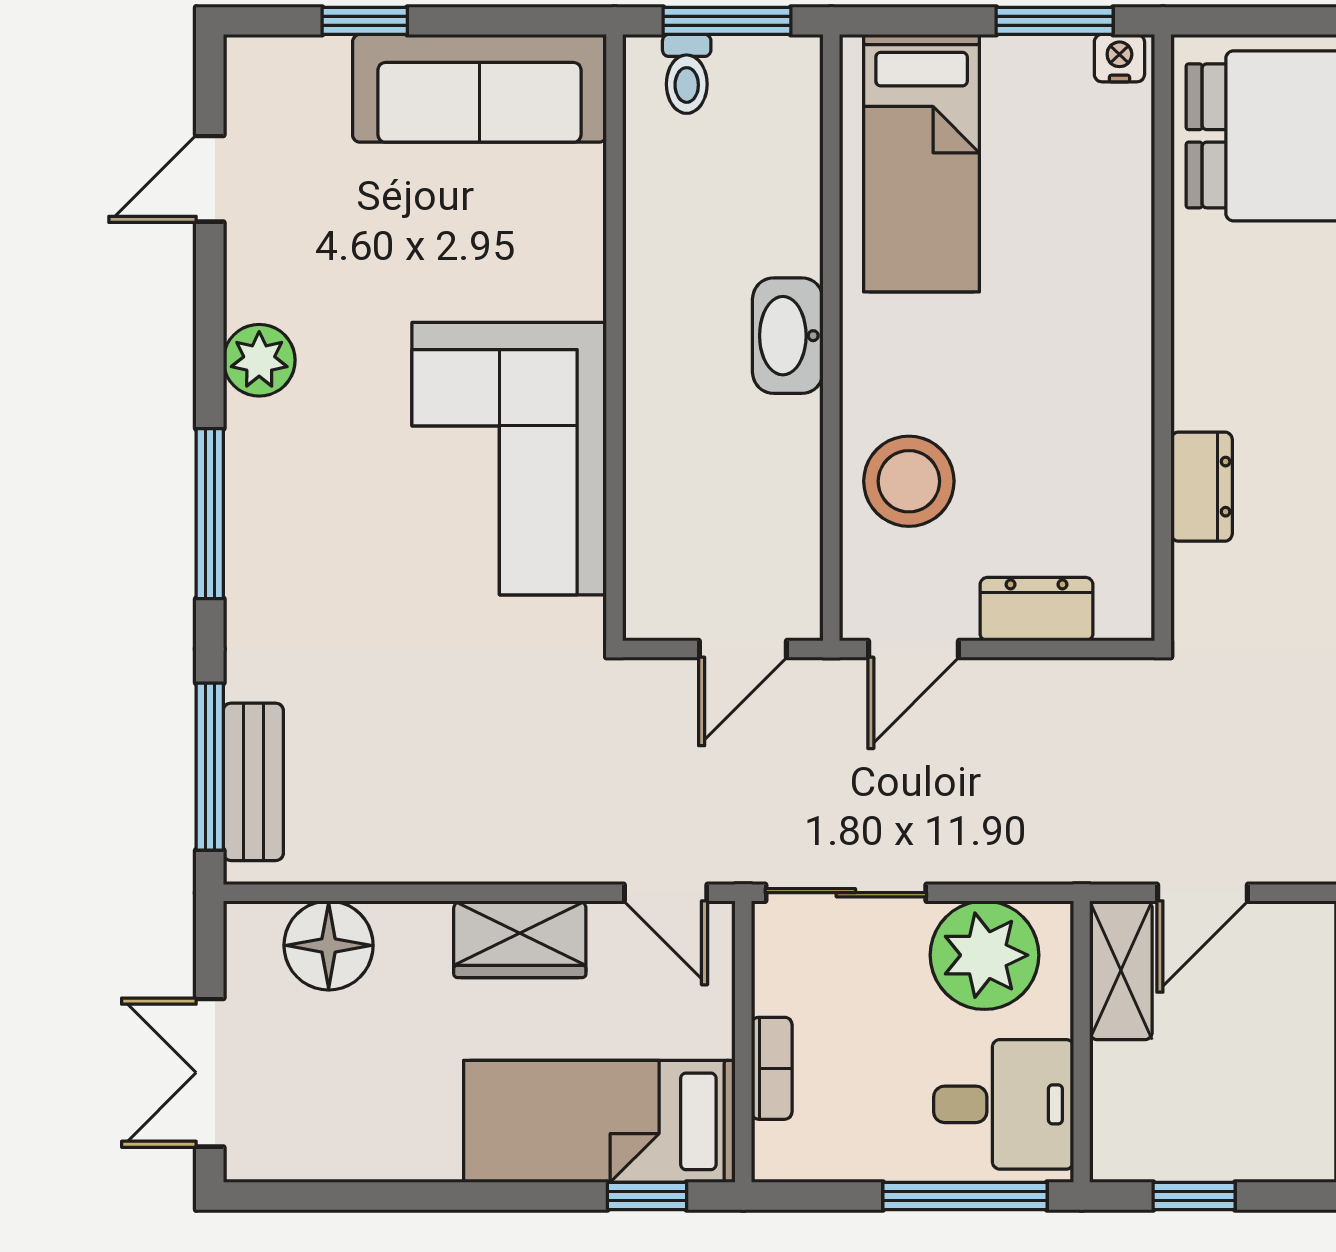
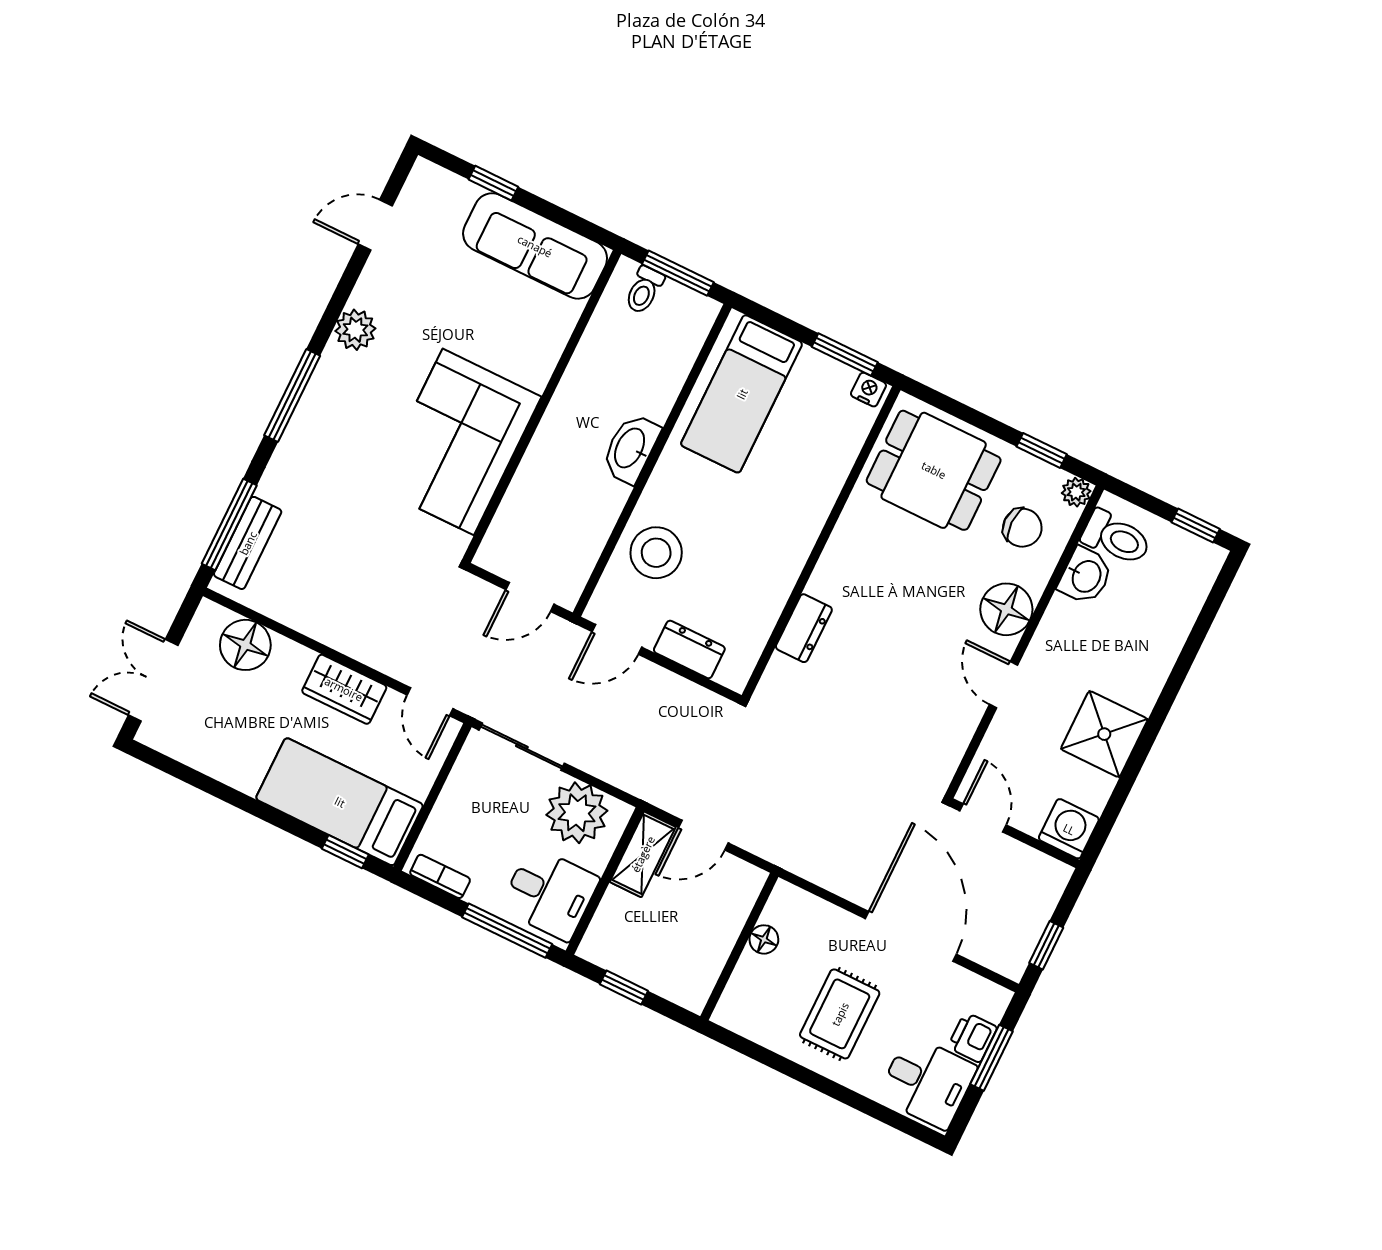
bookcase: (772, 1068) -> (440, 876), moved, turned -90

